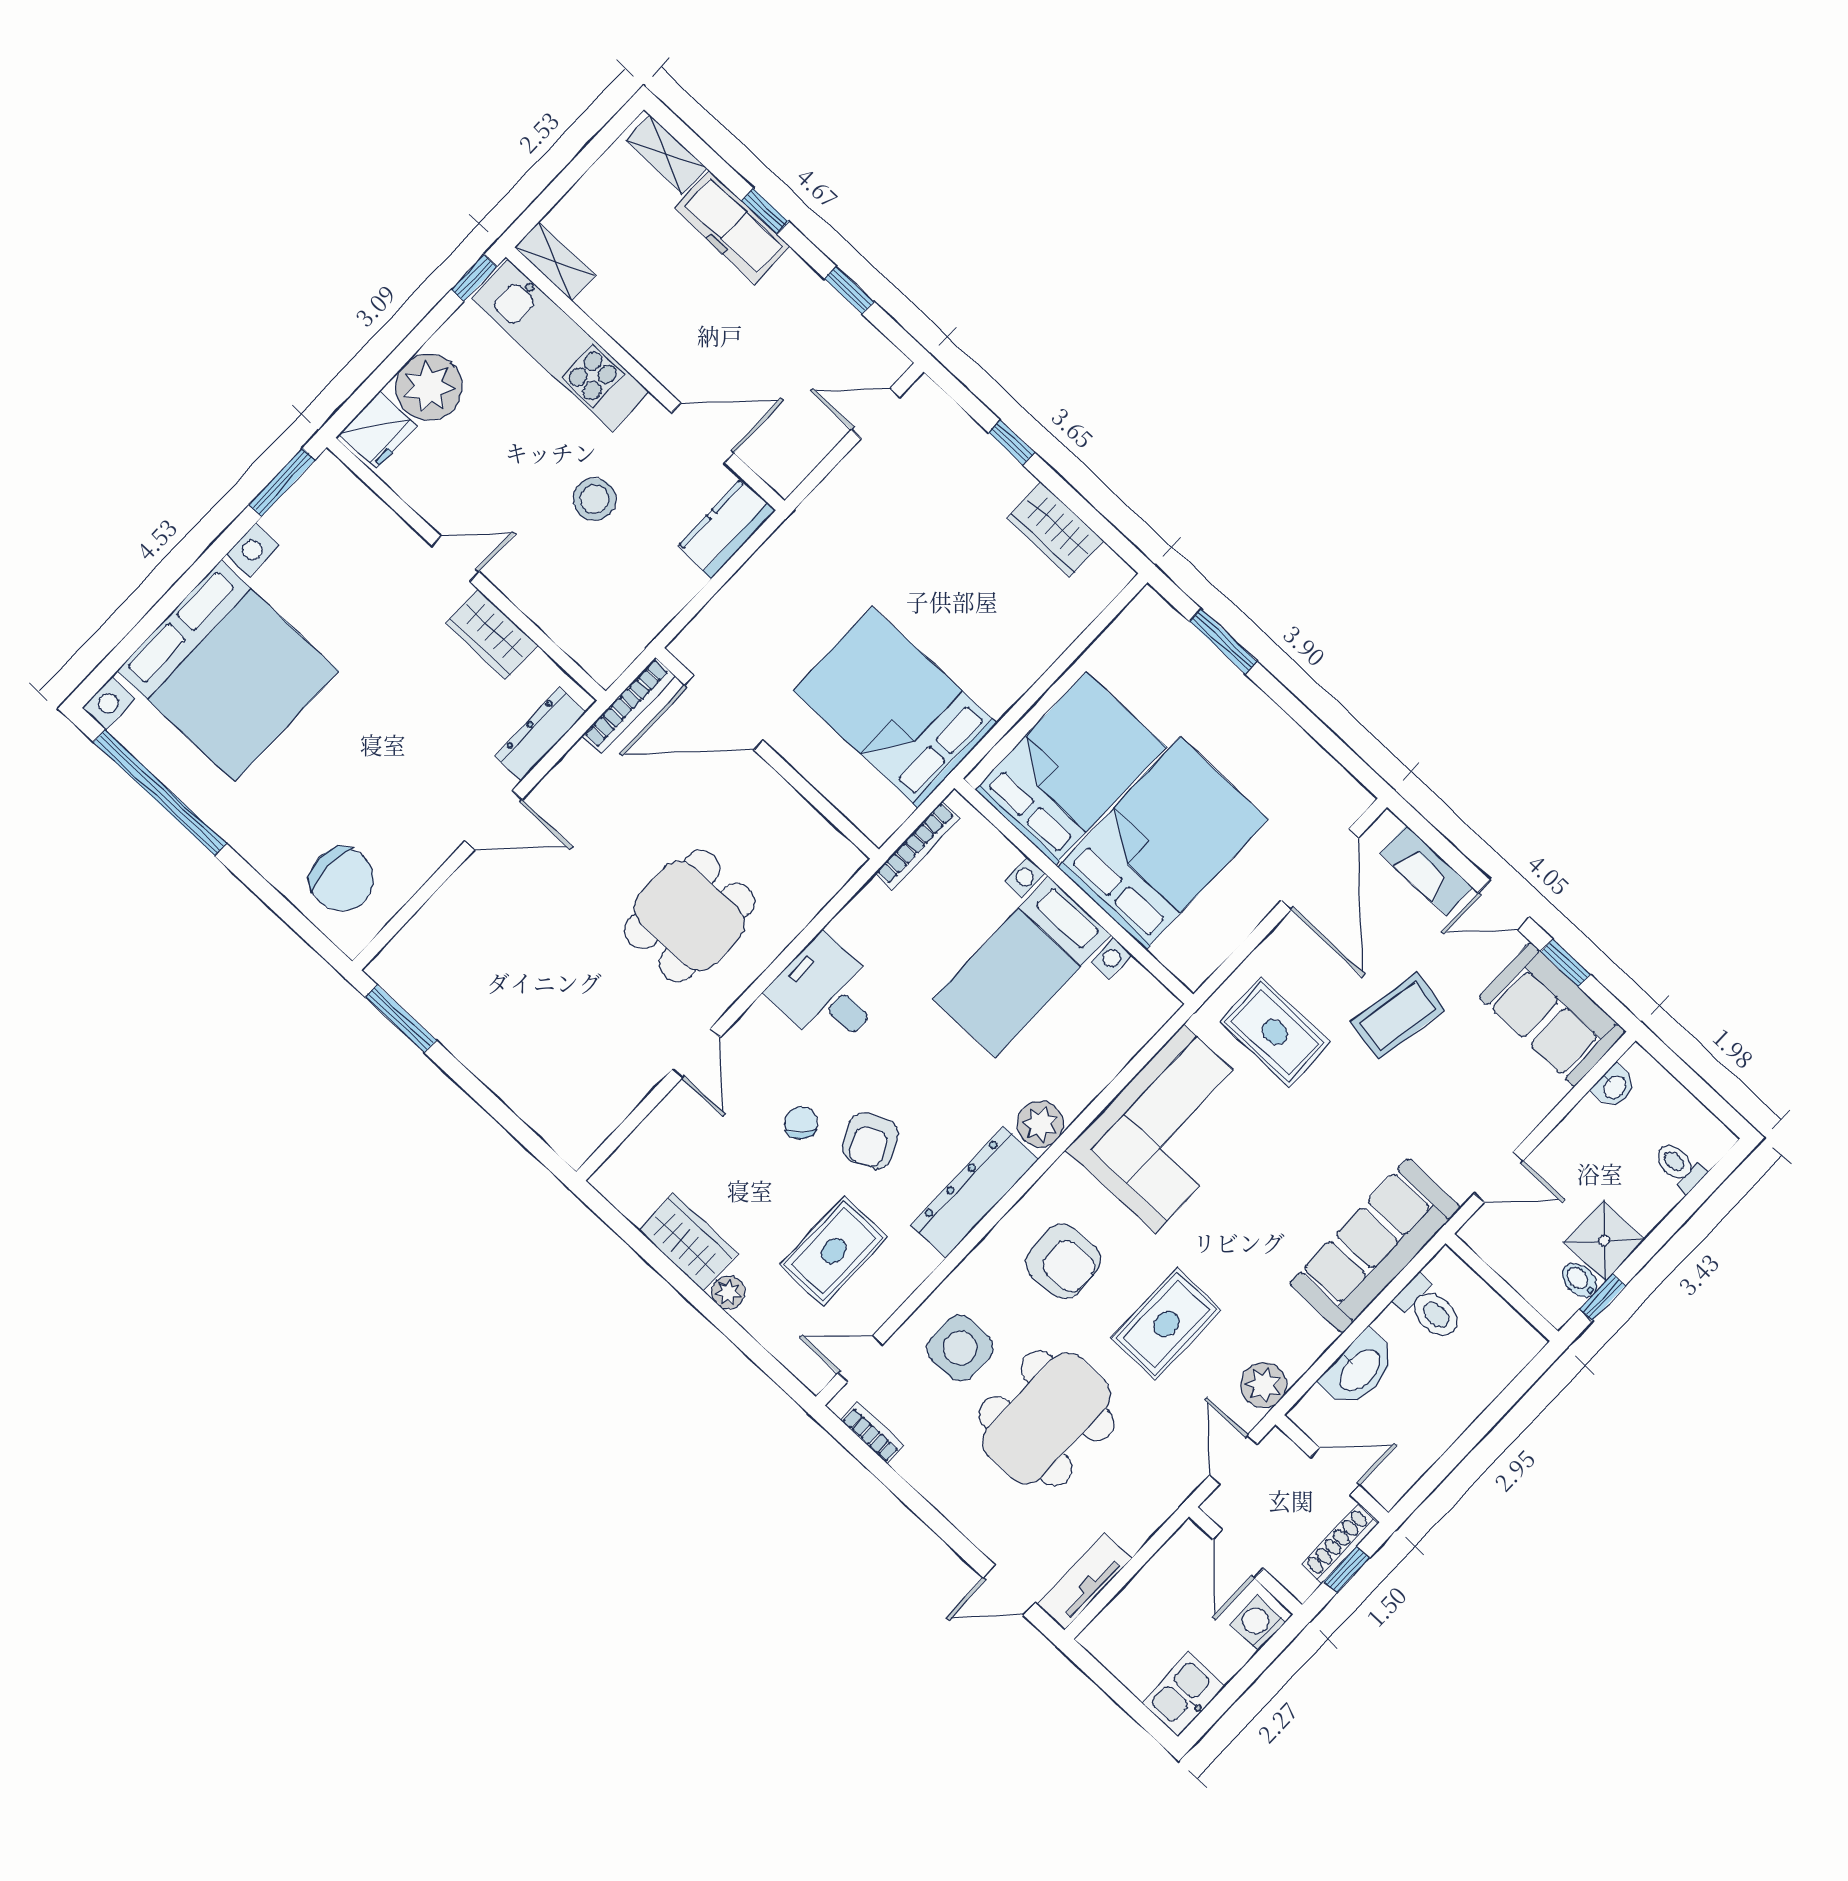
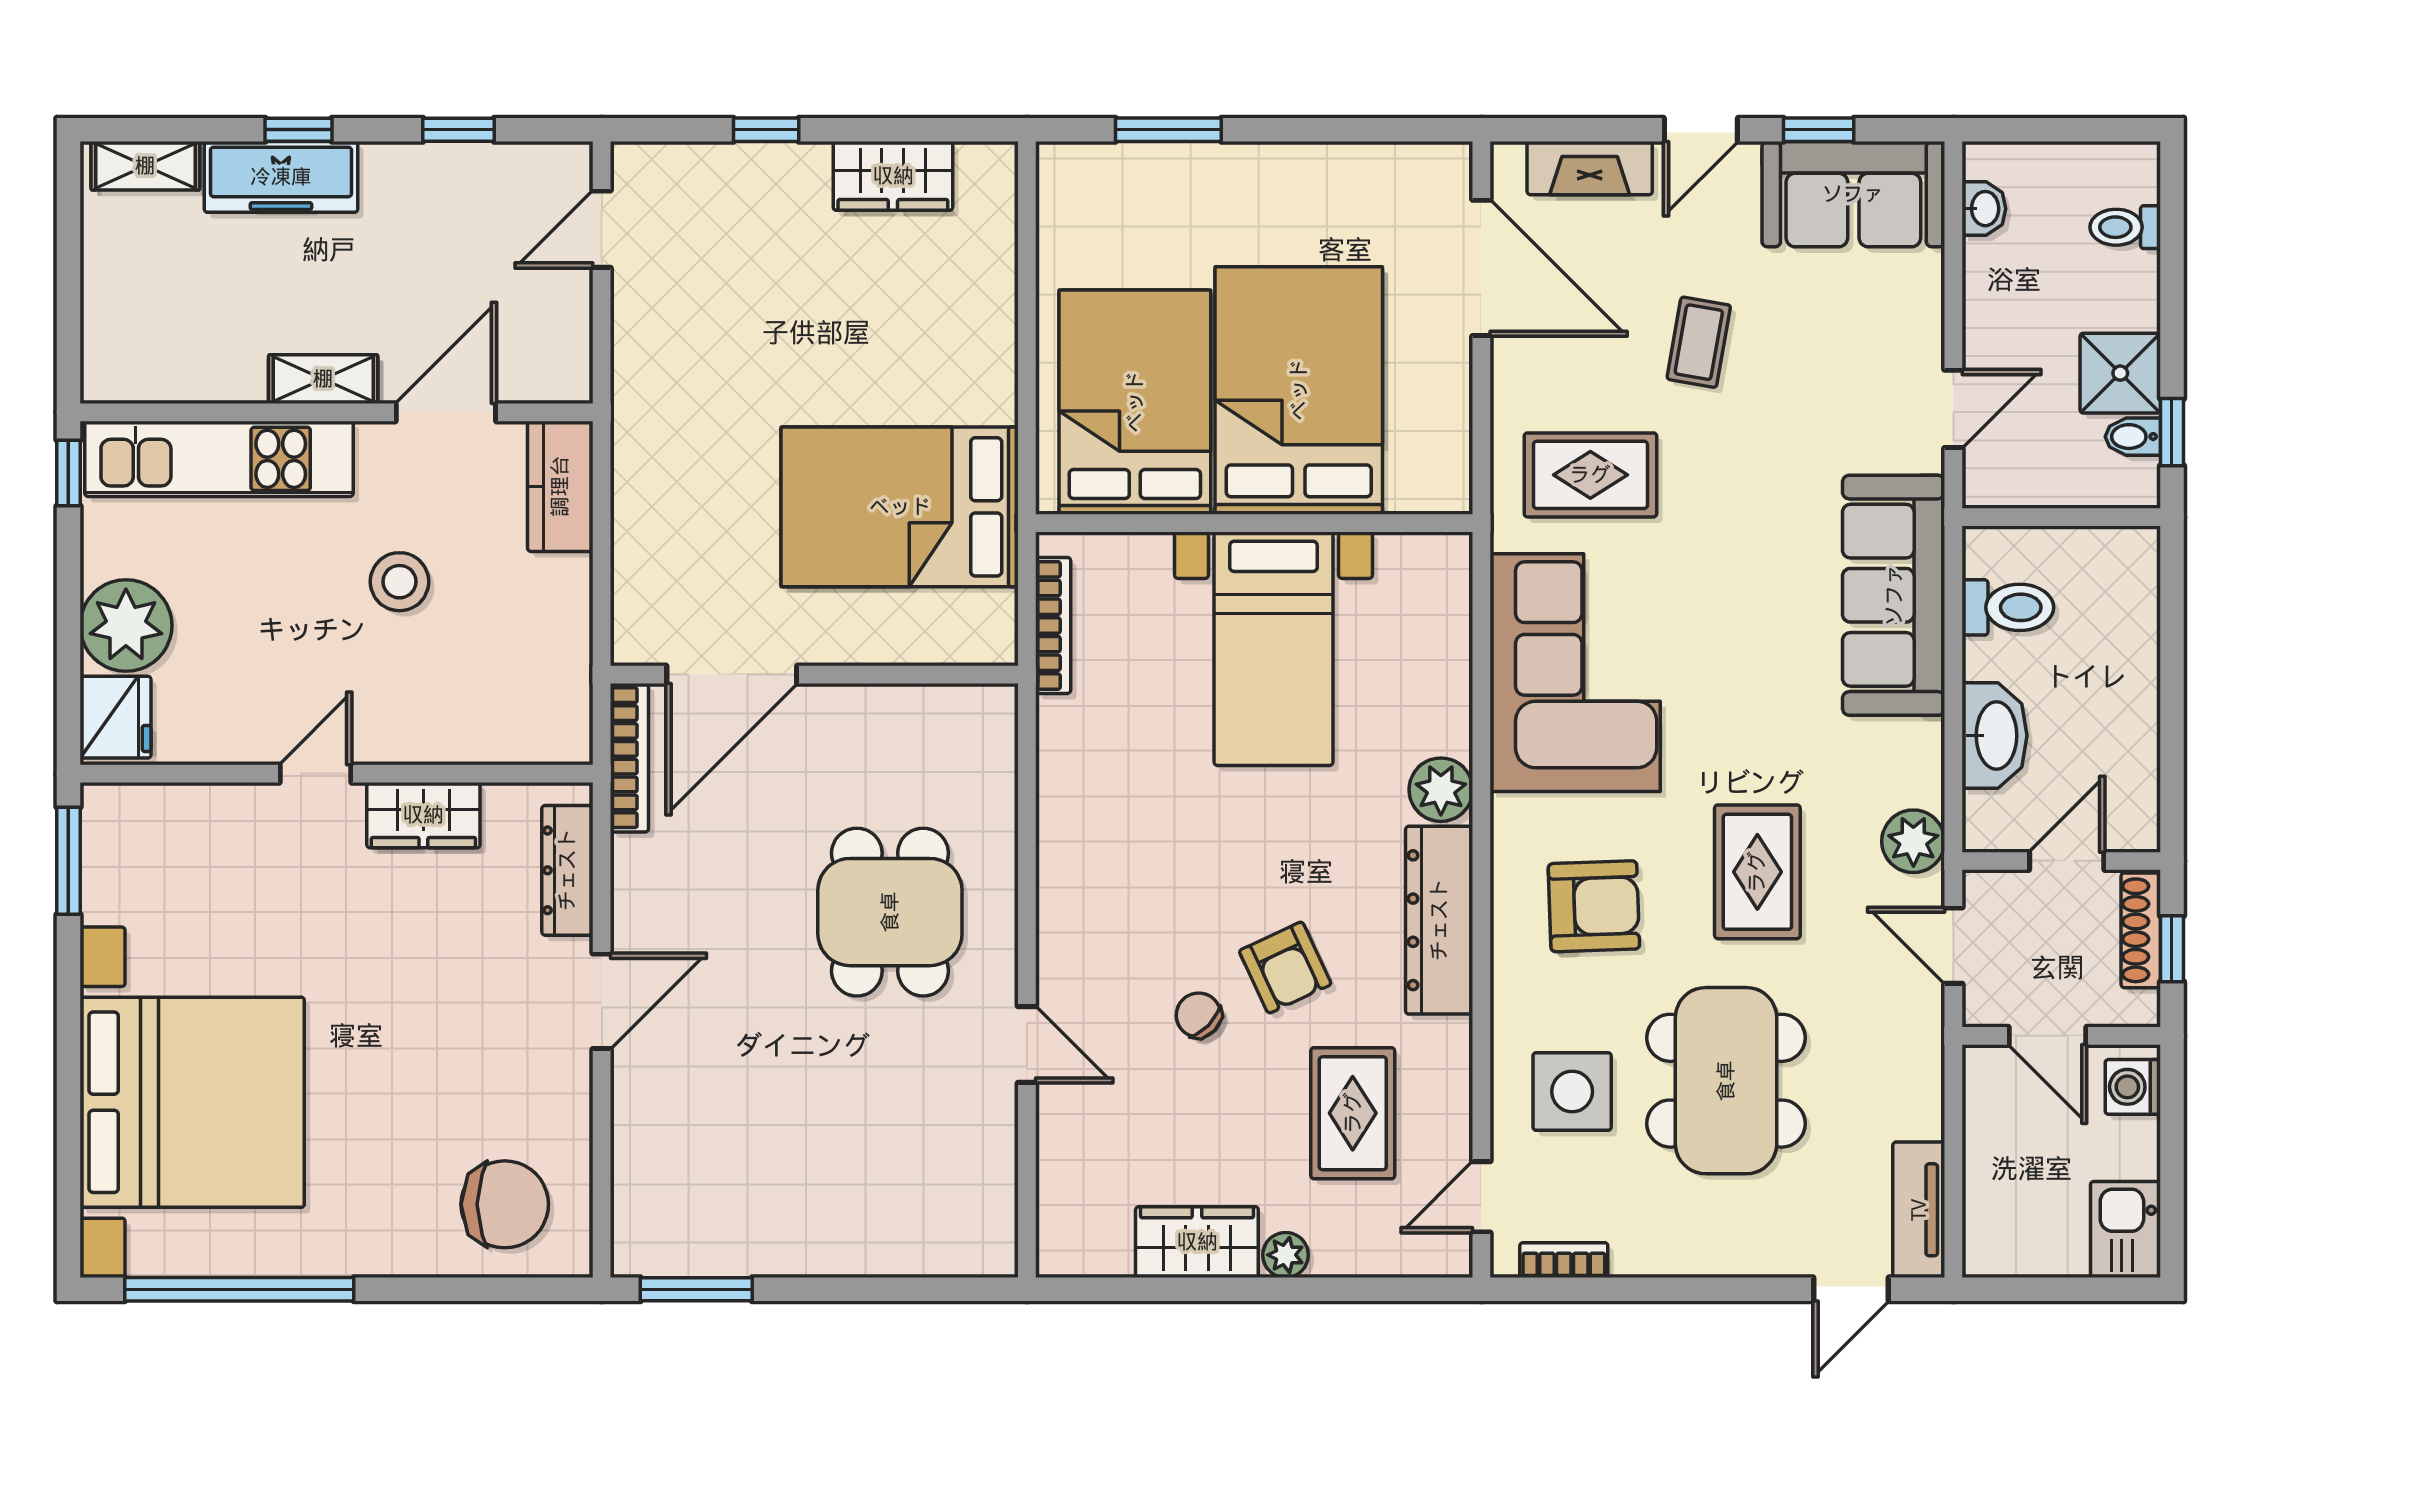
shelving: (555, 261) -> (323, 379), moved
desk: (827, 993) -> (1102, 860), removed
coffee table: (1398, 1016) -> (1699, 342), width x0.73, depth x0.77

